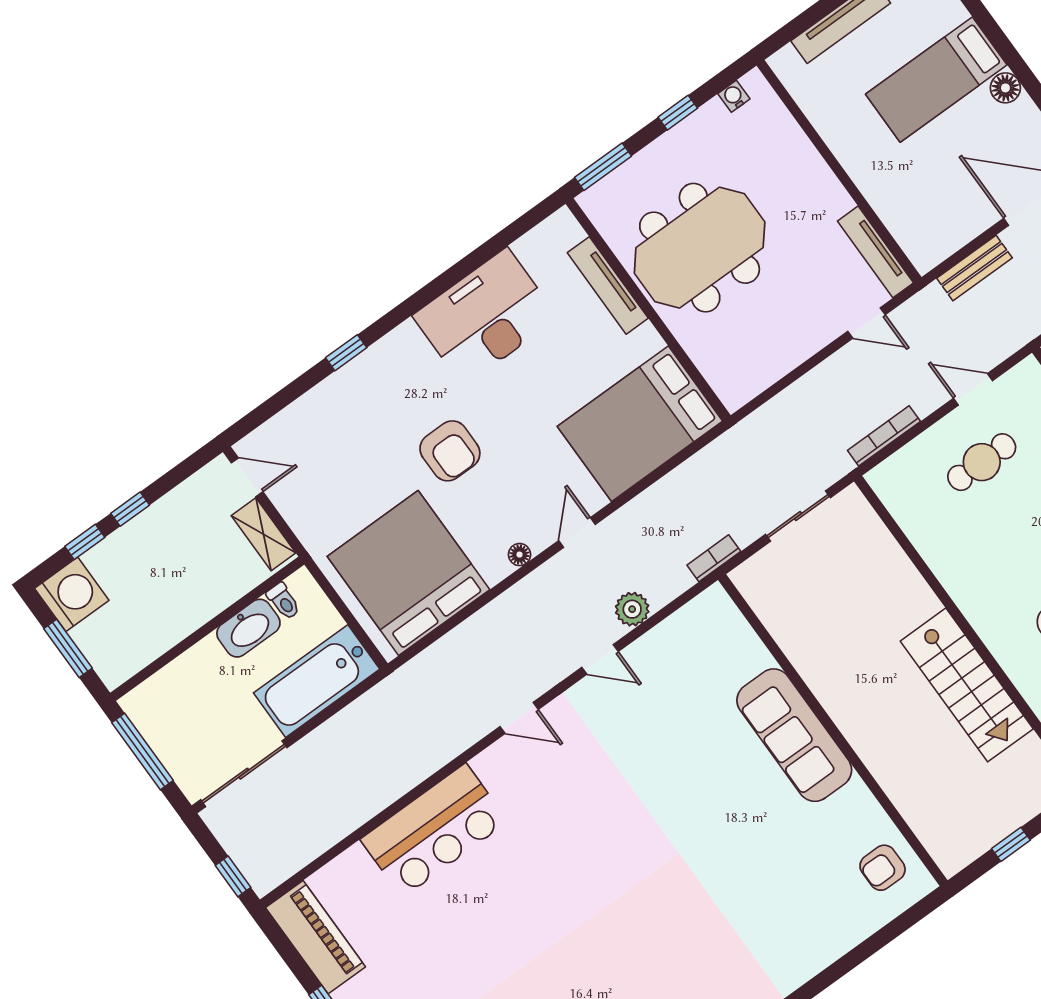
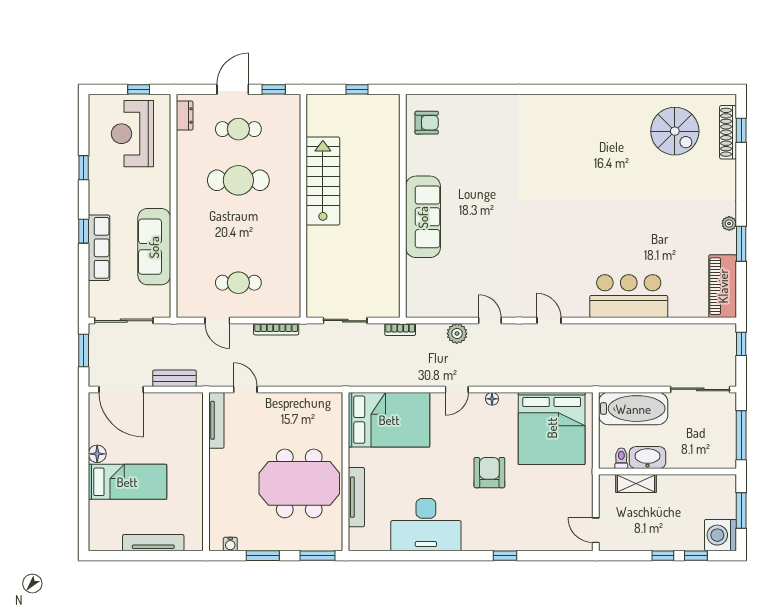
window: (678, 113) -> (263, 556), width x1.50
shelving: (263, 534) -> (636, 484), moved, turned 90

